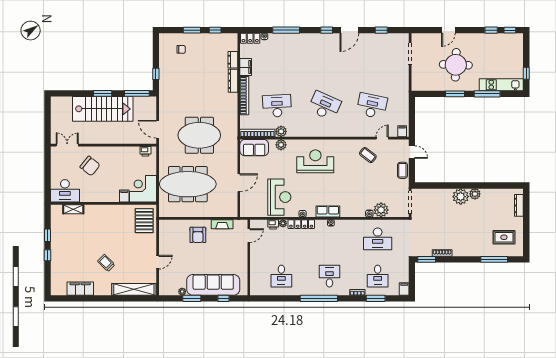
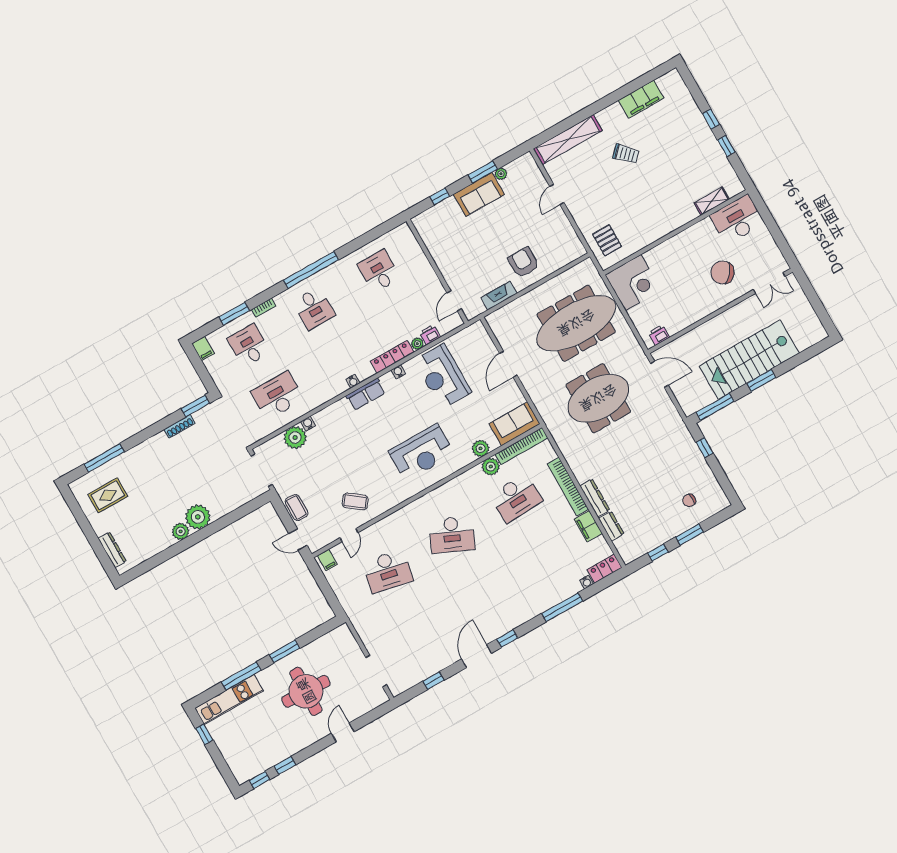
filing cabinet: (124, 196) -> (653, 258), removed
pallet: (144, 221) -> (607, 240), width x0.67, depth x0.71
sofa: (213, 285) -> (479, 194), width x0.54, depth x0.79

